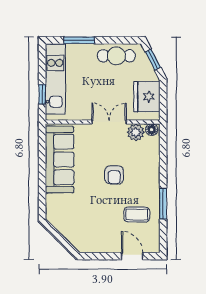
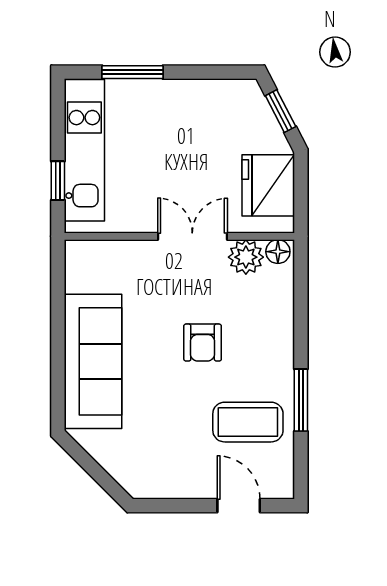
cafe table: (116, 56) -> (207, 103), removed
sofa: (60, 160) -> (93, 361), moved
coffee table: (137, 215) -> (248, 422), width x1.36, depth x1.30

